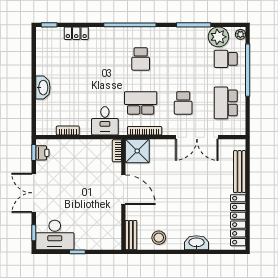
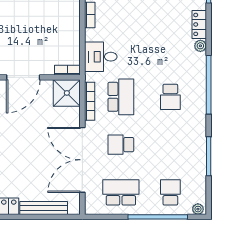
plant: (218, 37) -> (200, 46), moved, width x0.53, depth x0.53
school desk: (141, 59) -> (170, 97), turned -90
double door: (197, 137) -> (82, 160), width x1.36

